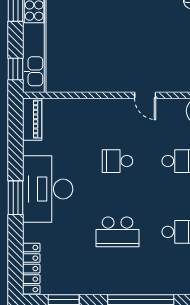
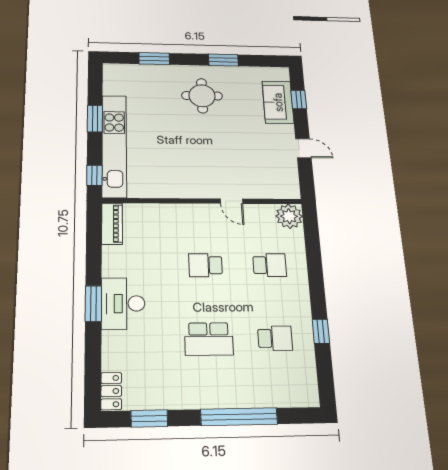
desk: (48, 189) -> (123, 304), width x0.73, depth x0.77
locker: (31, 269) -> (111, 391), width x0.66

